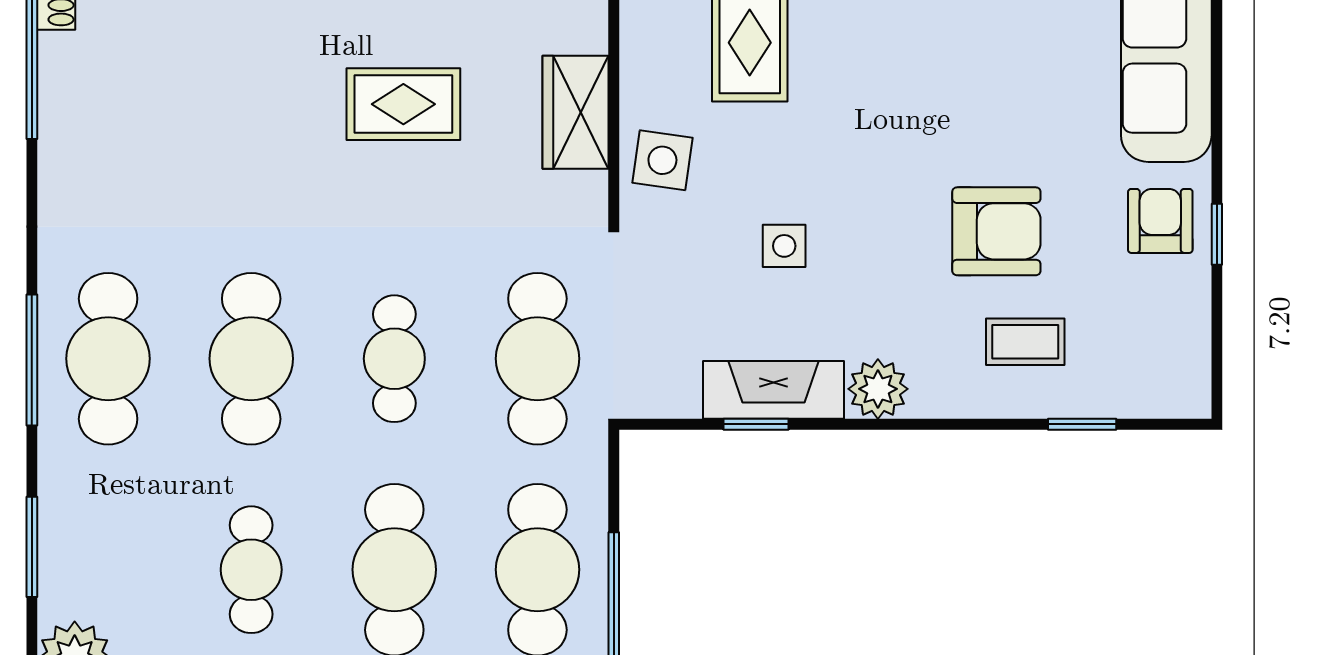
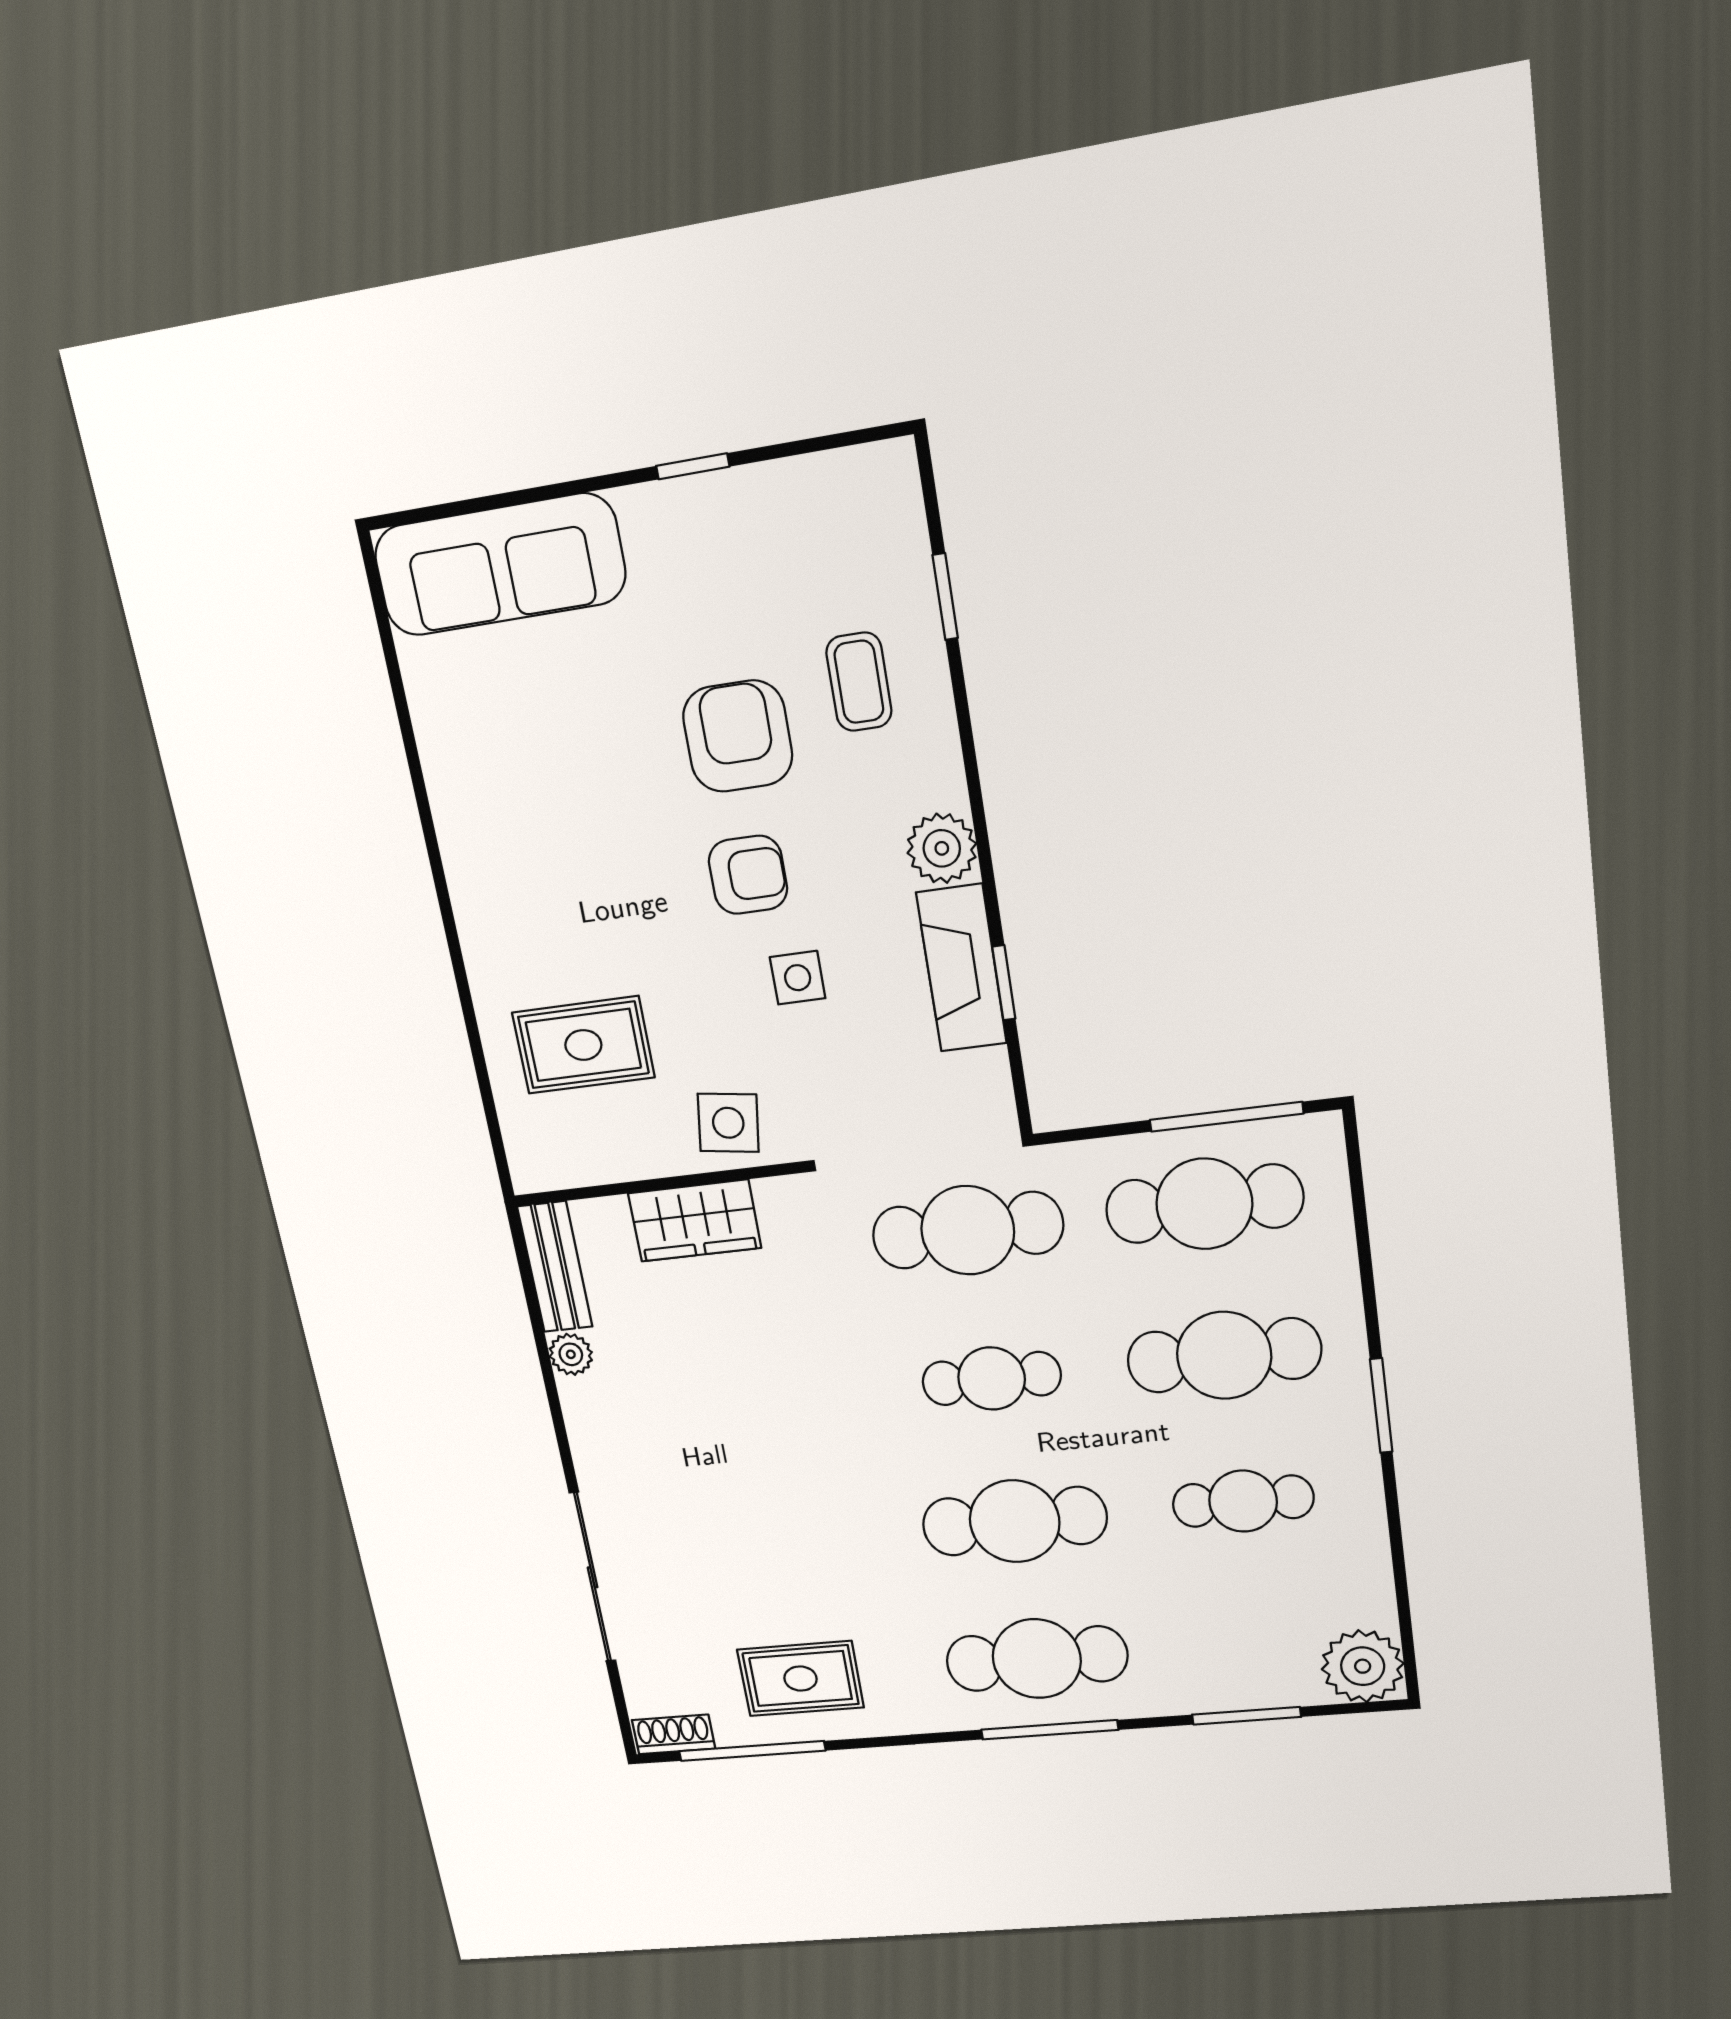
rug: (403, 104) -> (800, 1679), moved, turned 90
armchair: (1160, 221) -> (748, 875), moved, turned 180

